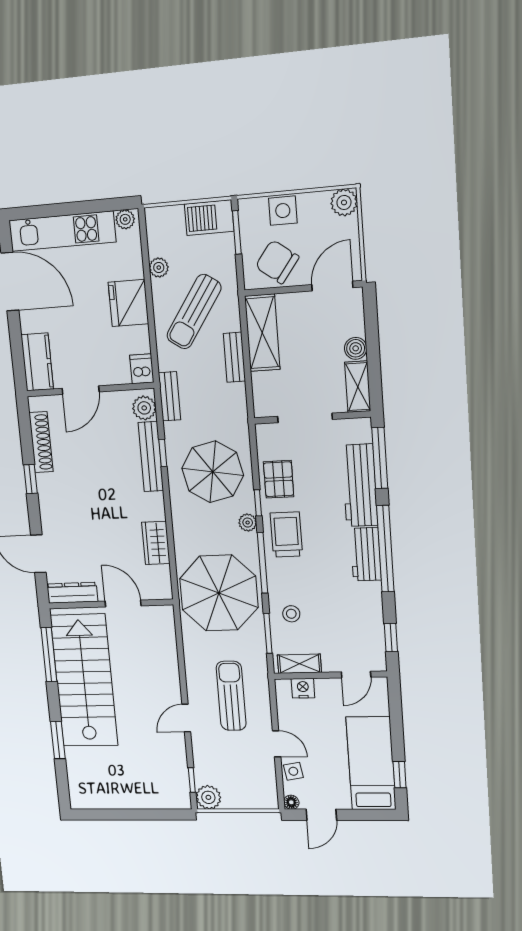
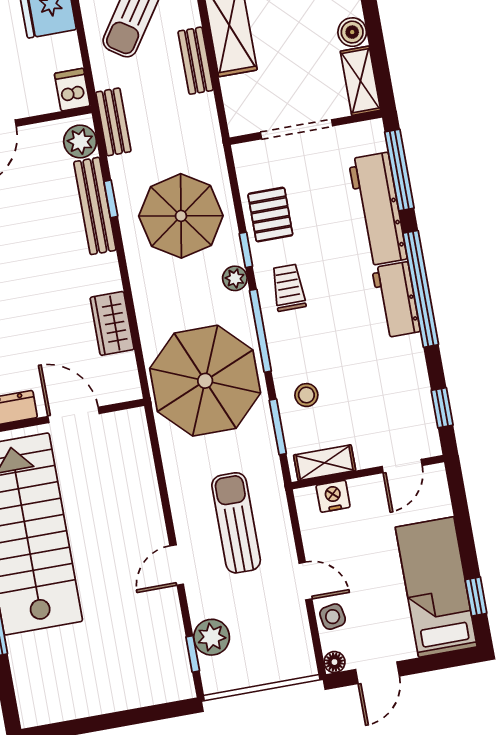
trolley: (286, 535) -> (288, 288), width x0.73, depth x0.72
plant: (208, 797) -> (212, 637), moved

